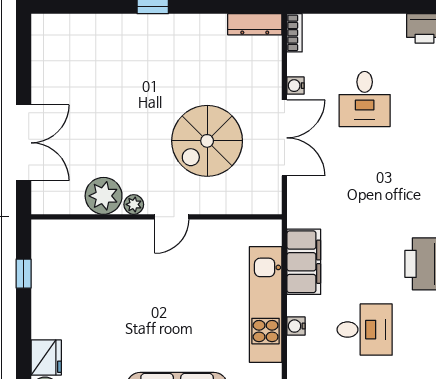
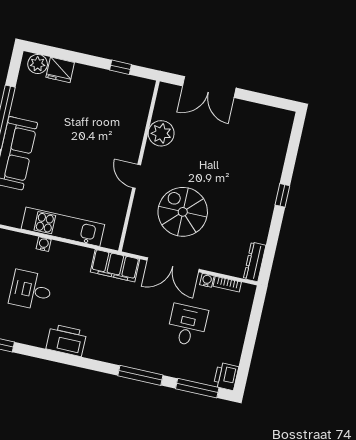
bookcase: (295, 33) -> (227, 284), moved
desk: (365, 99) -> (187, 325), turned 90
plant: (134, 204) -> (151, 152), removed
filing cabinet: (304, 262) -> (115, 266), moved
desk: (365, 330) -> (31, 290), turned 90

